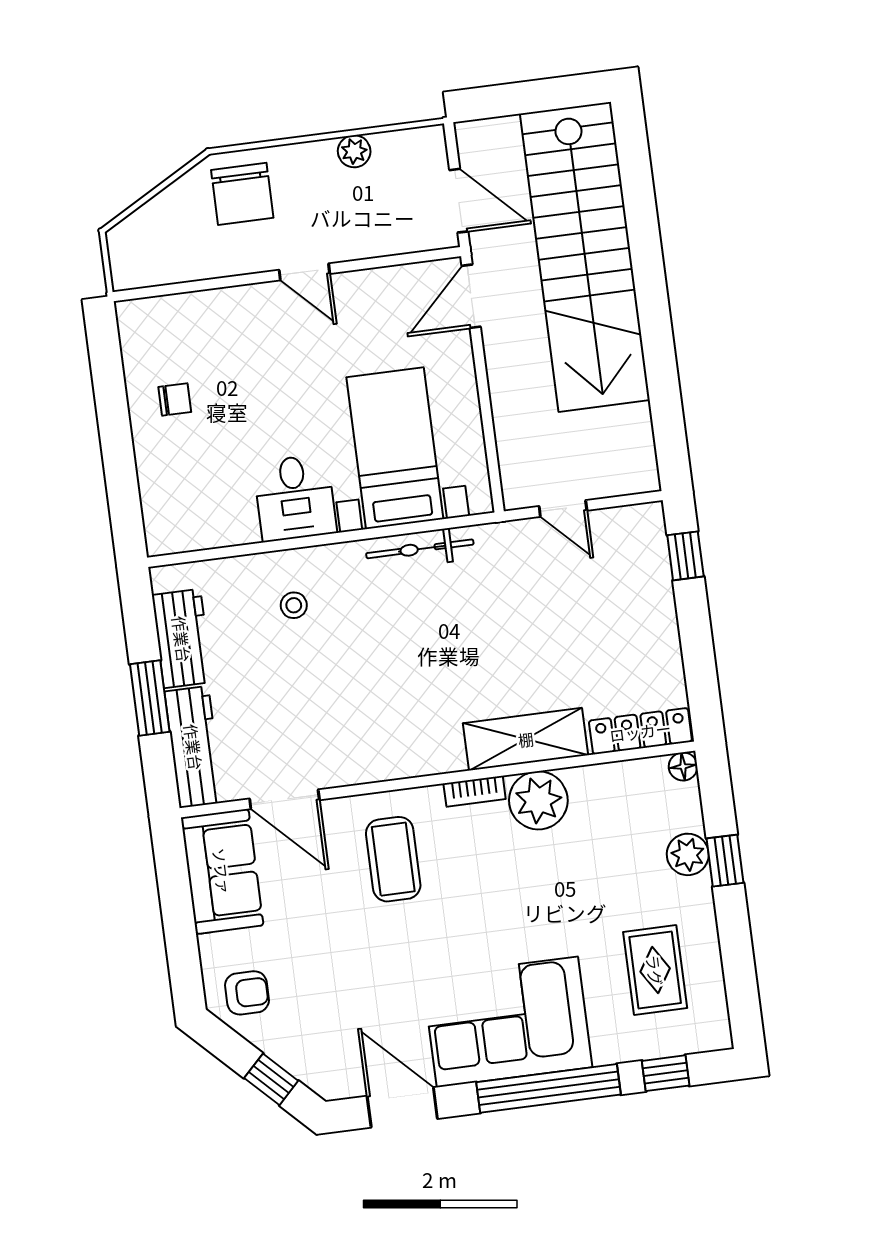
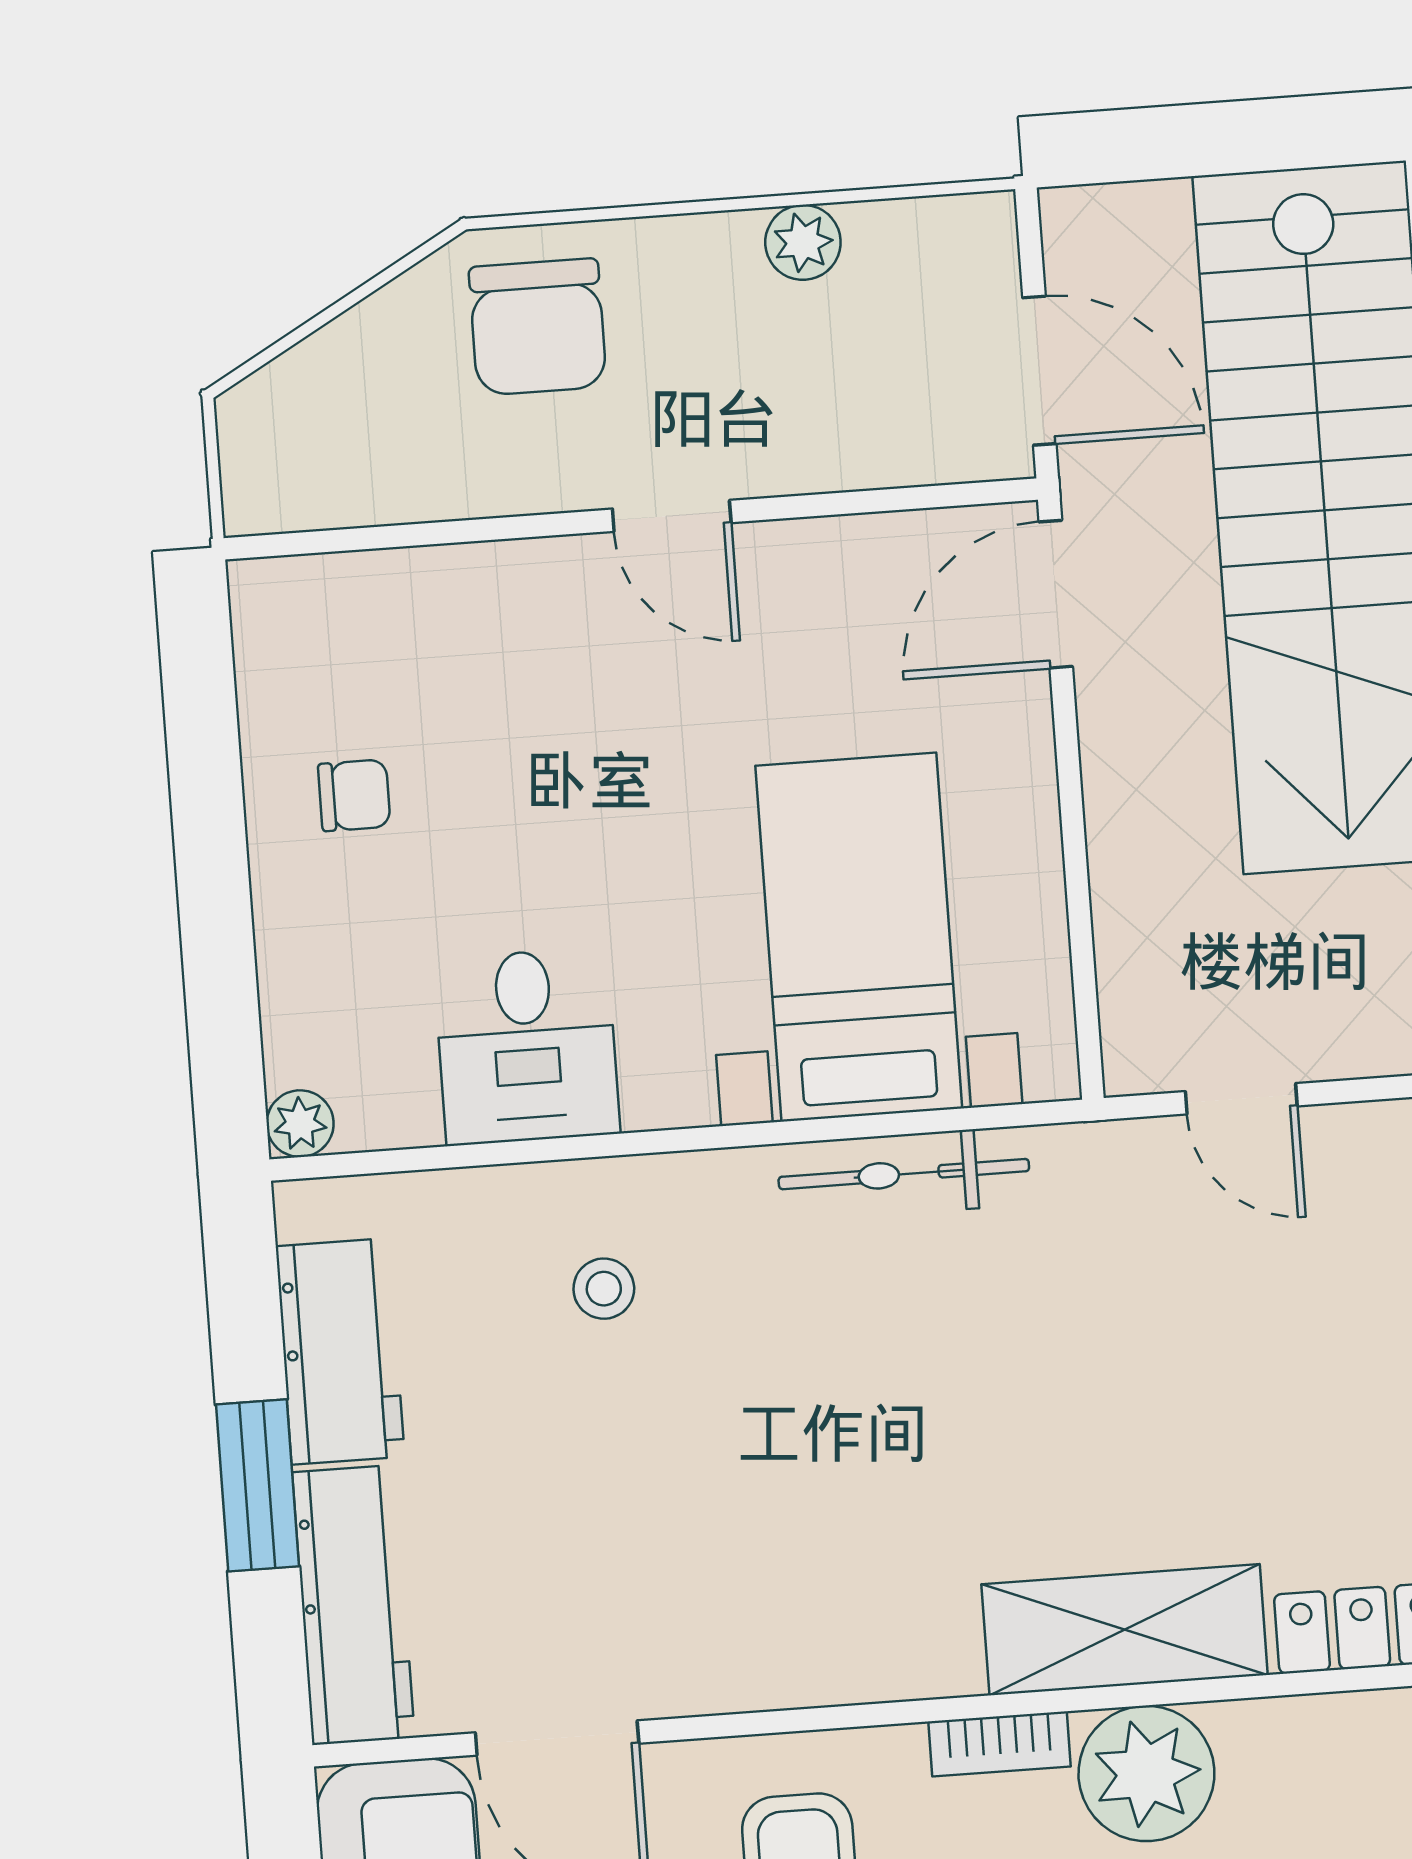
desk: (295, 498) -> (527, 1046), moved
plant: (159, 542) -> (300, 1124), added

